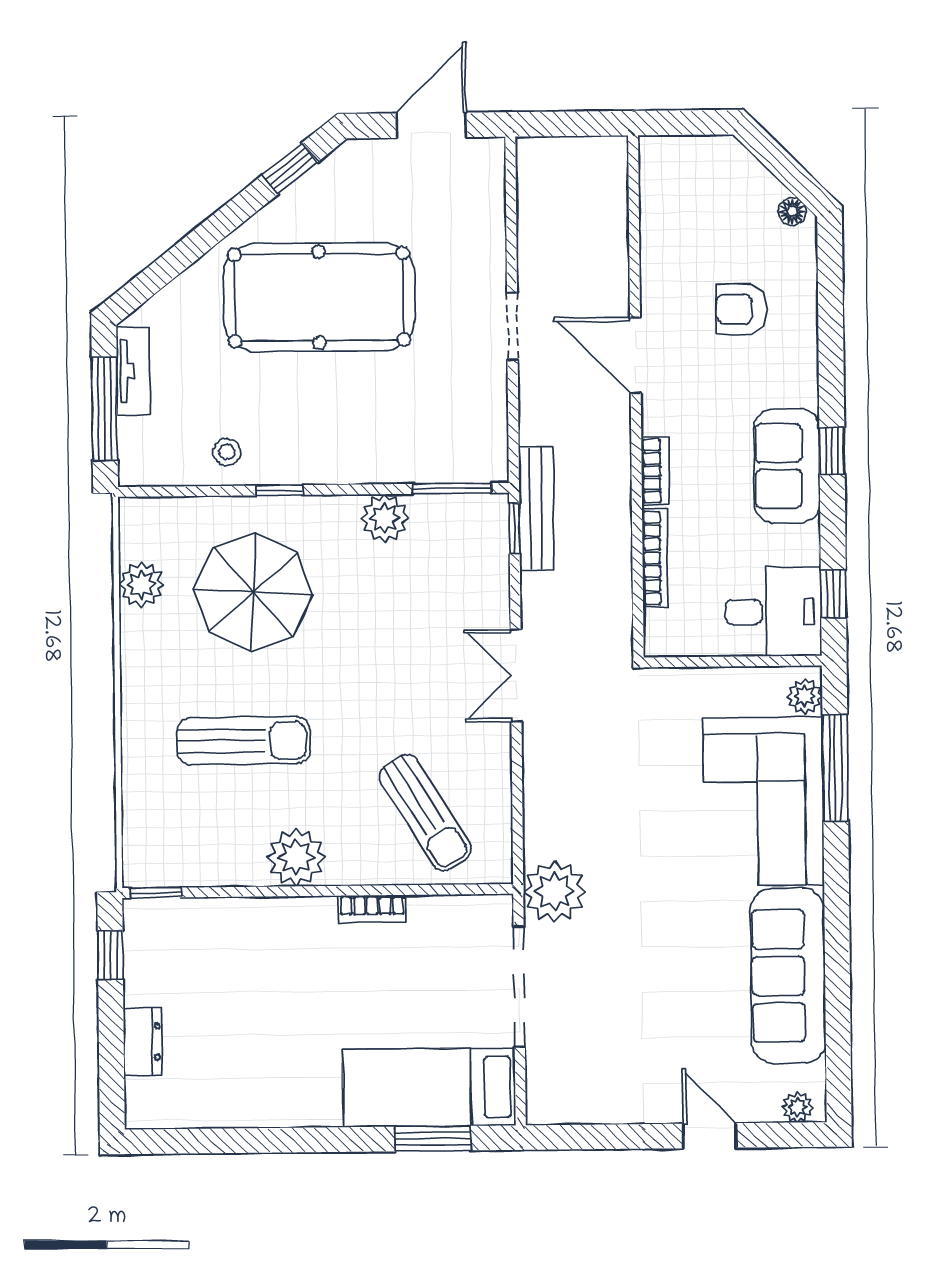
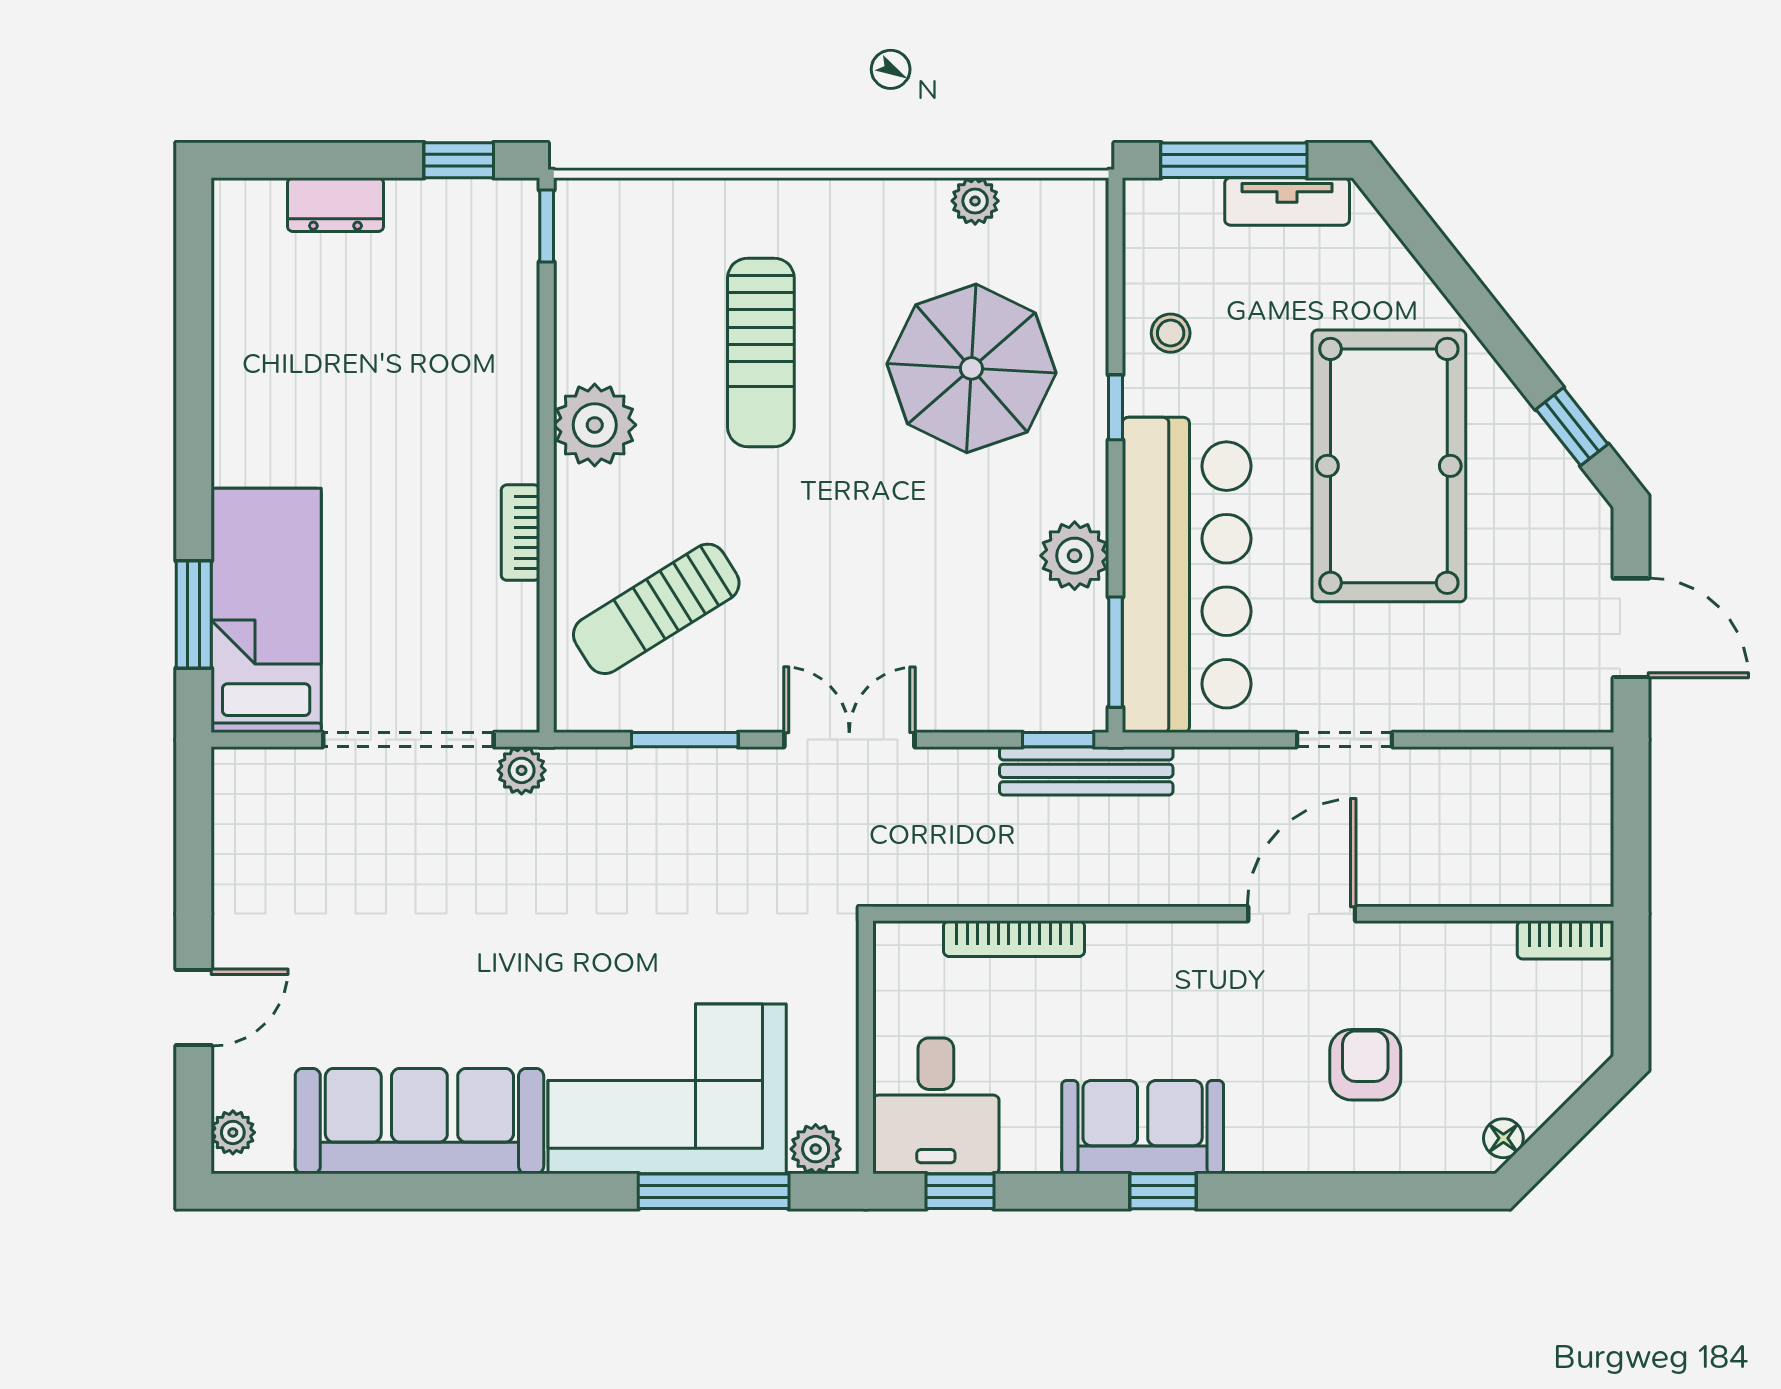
bar counter: (397, 439) -> (1187, 575), added
bookcase: (655, 471) -> (1565, 940), moved
plant: (141, 585) -> (975, 201), width x0.73, depth x0.73
window: (517, 791) -> (685, 740), added
plant: (555, 891) -> (522, 770), width x0.53, depth x0.53

